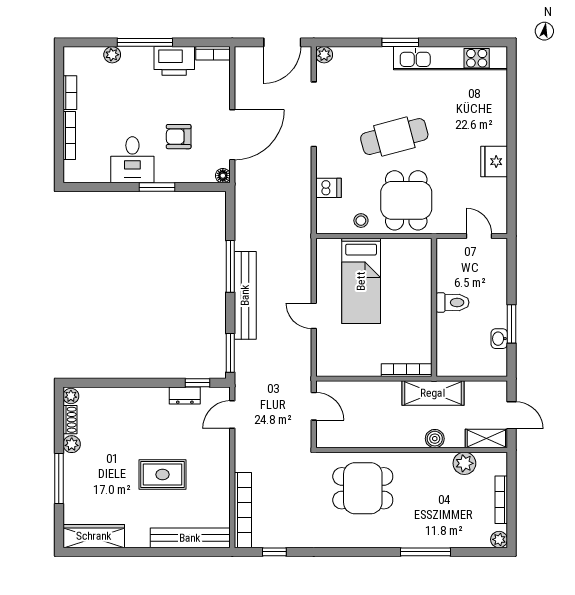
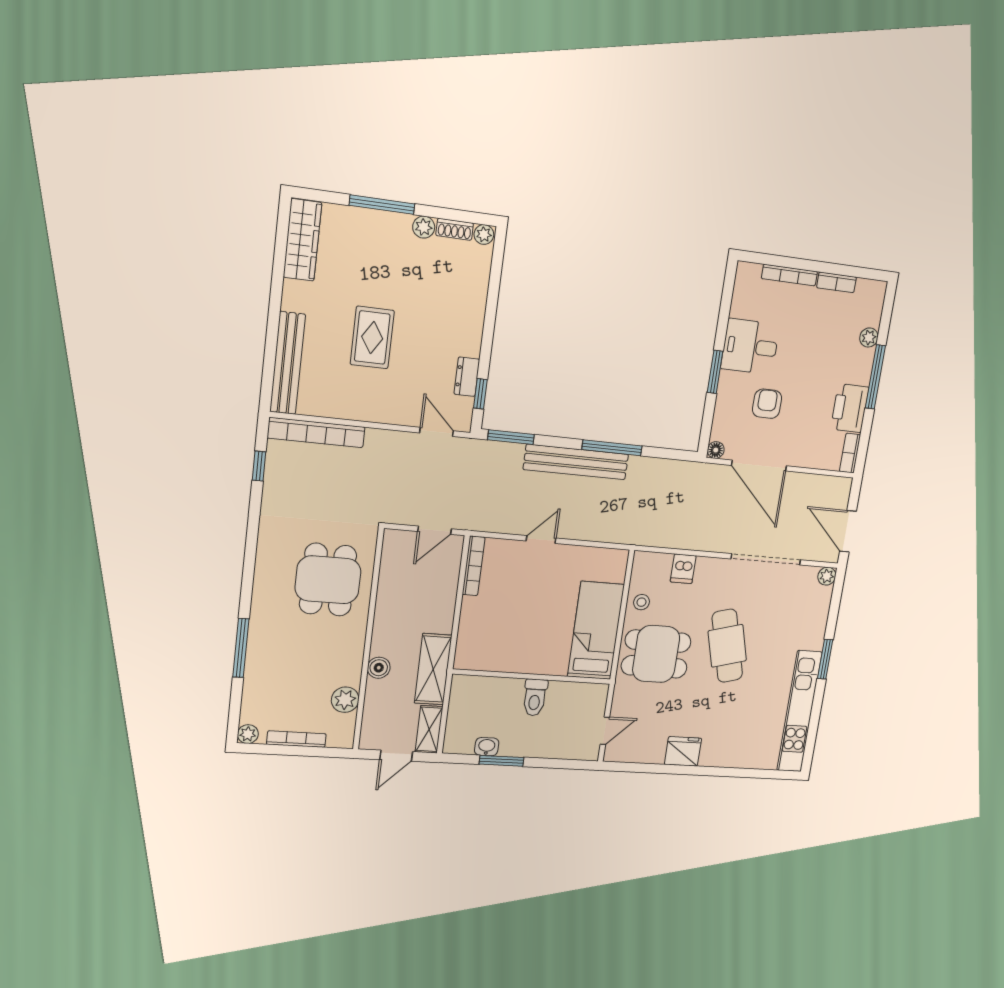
bed: (361, 281) -> (596, 631), moved, turned 90
bookcase: (407, 370) -> (474, 566), moved
shelving: (486, 439) -> (429, 729), moved

